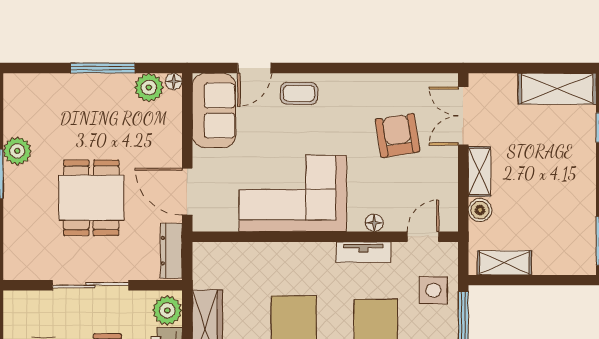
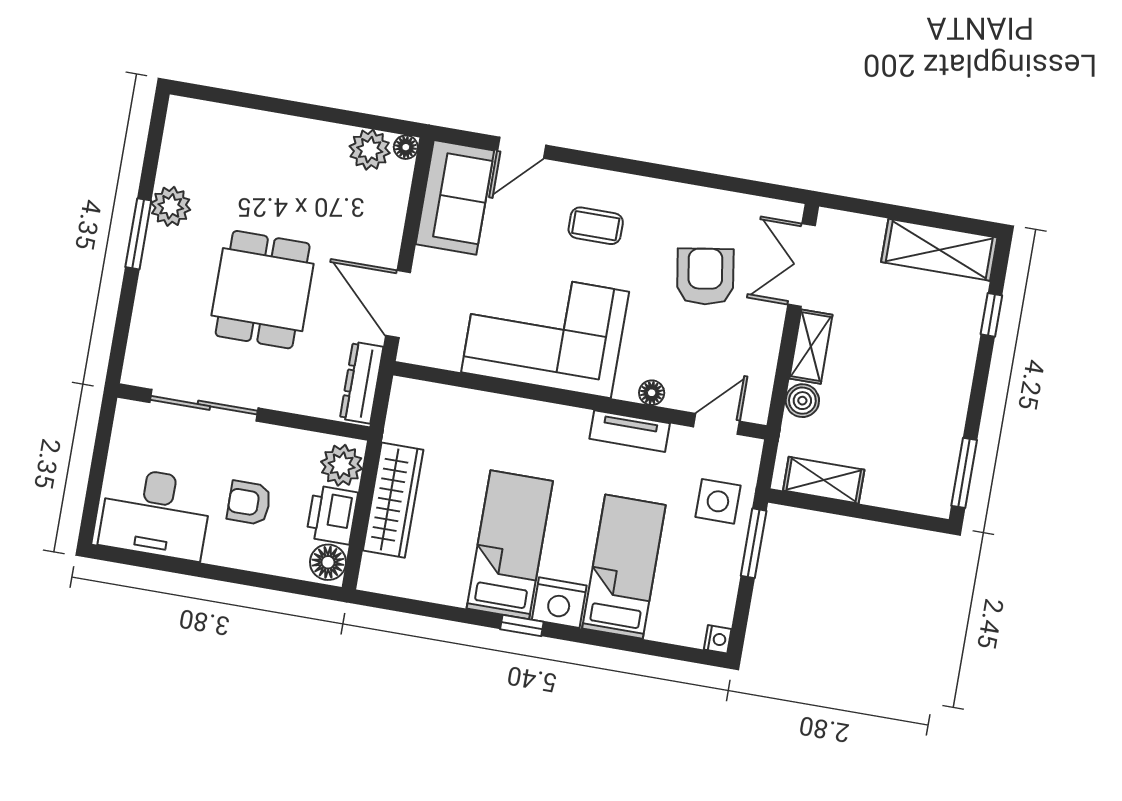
window: (103, 68) -> (310, 111), removed
coffee table: (299, 93) -> (596, 226), moved
sliding door: (91, 285) -> (204, 405), moved

